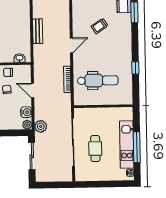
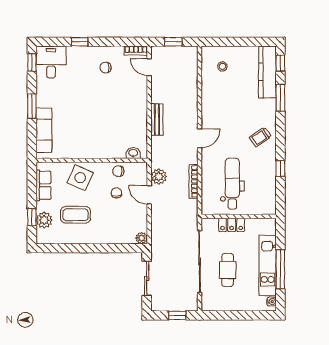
trolley: (99, 26) -> (260, 137), moved
dental chair: (98, 81) -> (232, 184), turned -90
water cooler: (26, 112) -> (141, 222), removed
locker: (98, 113) -> (232, 225), added
plant: (41, 126) -> (159, 176), moved
window: (56, 185) -> (177, 315), added

